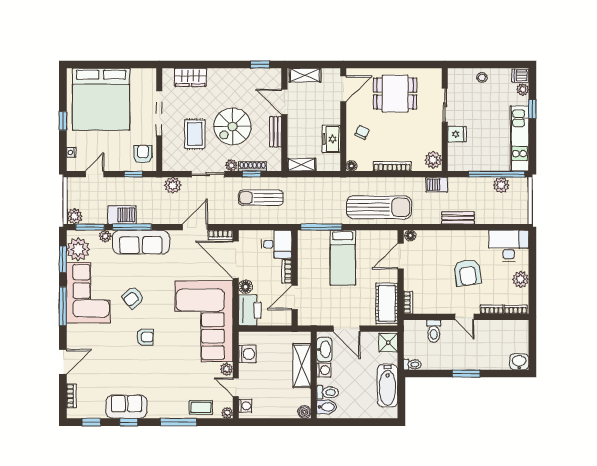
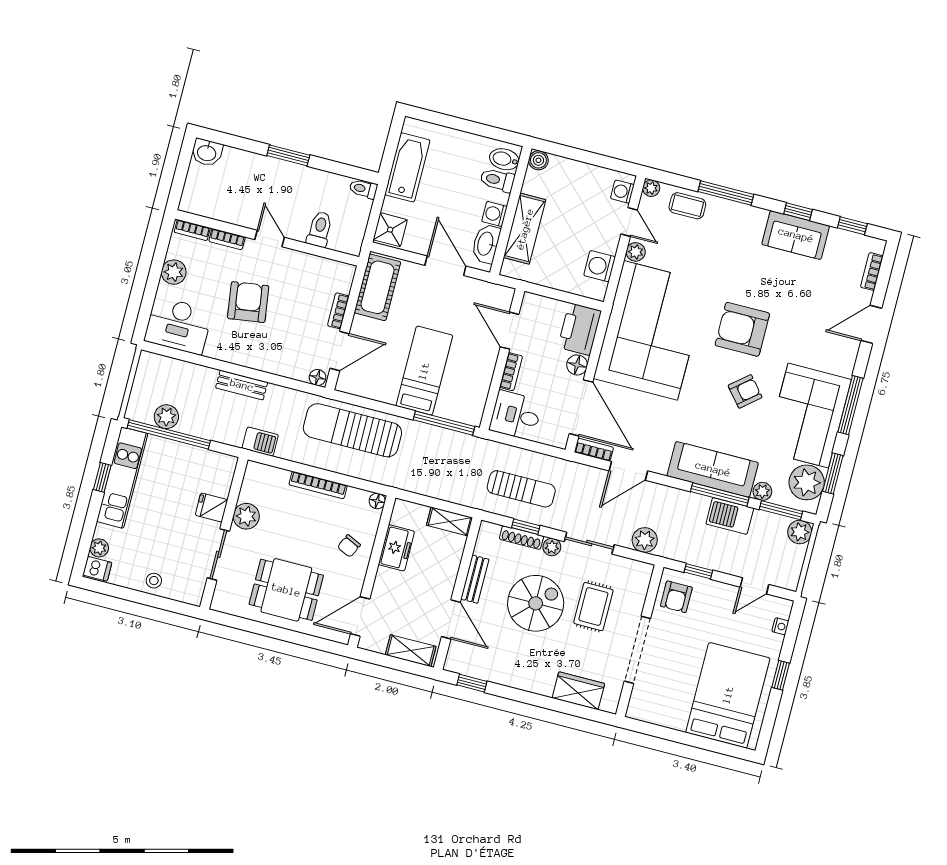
bed: (101, 99) -> (728, 695), width x0.73
window: (532, 109) -> (102, 477), moved
plant: (433, 160) -> (246, 516), moved
door: (295, 298) -> (510, 331), swing flipped
bookcase: (408, 302) -> (338, 311), moved
armchair: (145, 337) -> (742, 329), width x1.88, depth x1.88

